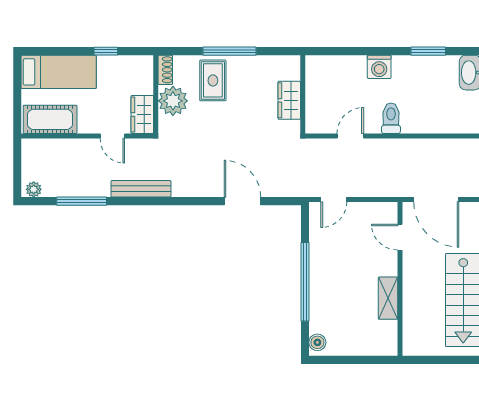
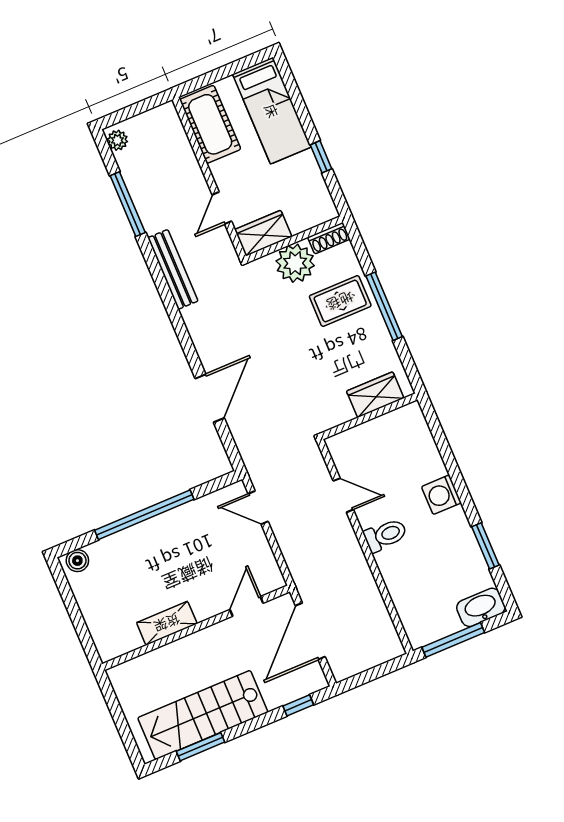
wardrobe: (289, 100) -> (375, 395), moved

